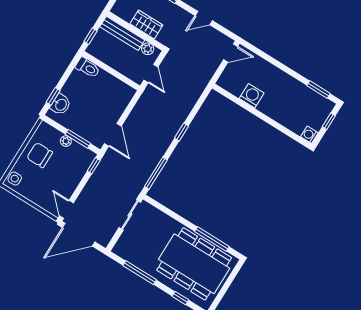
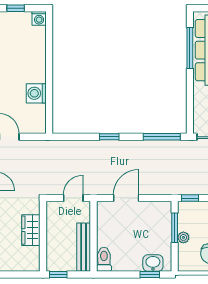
bench: (122, 33) -> (84, 247), moved
window: (90, 36) -> (58, 275), moved
plant: (148, 49) -> (52, 215), removed
door: (113, 135) -> (126, 198), moved

